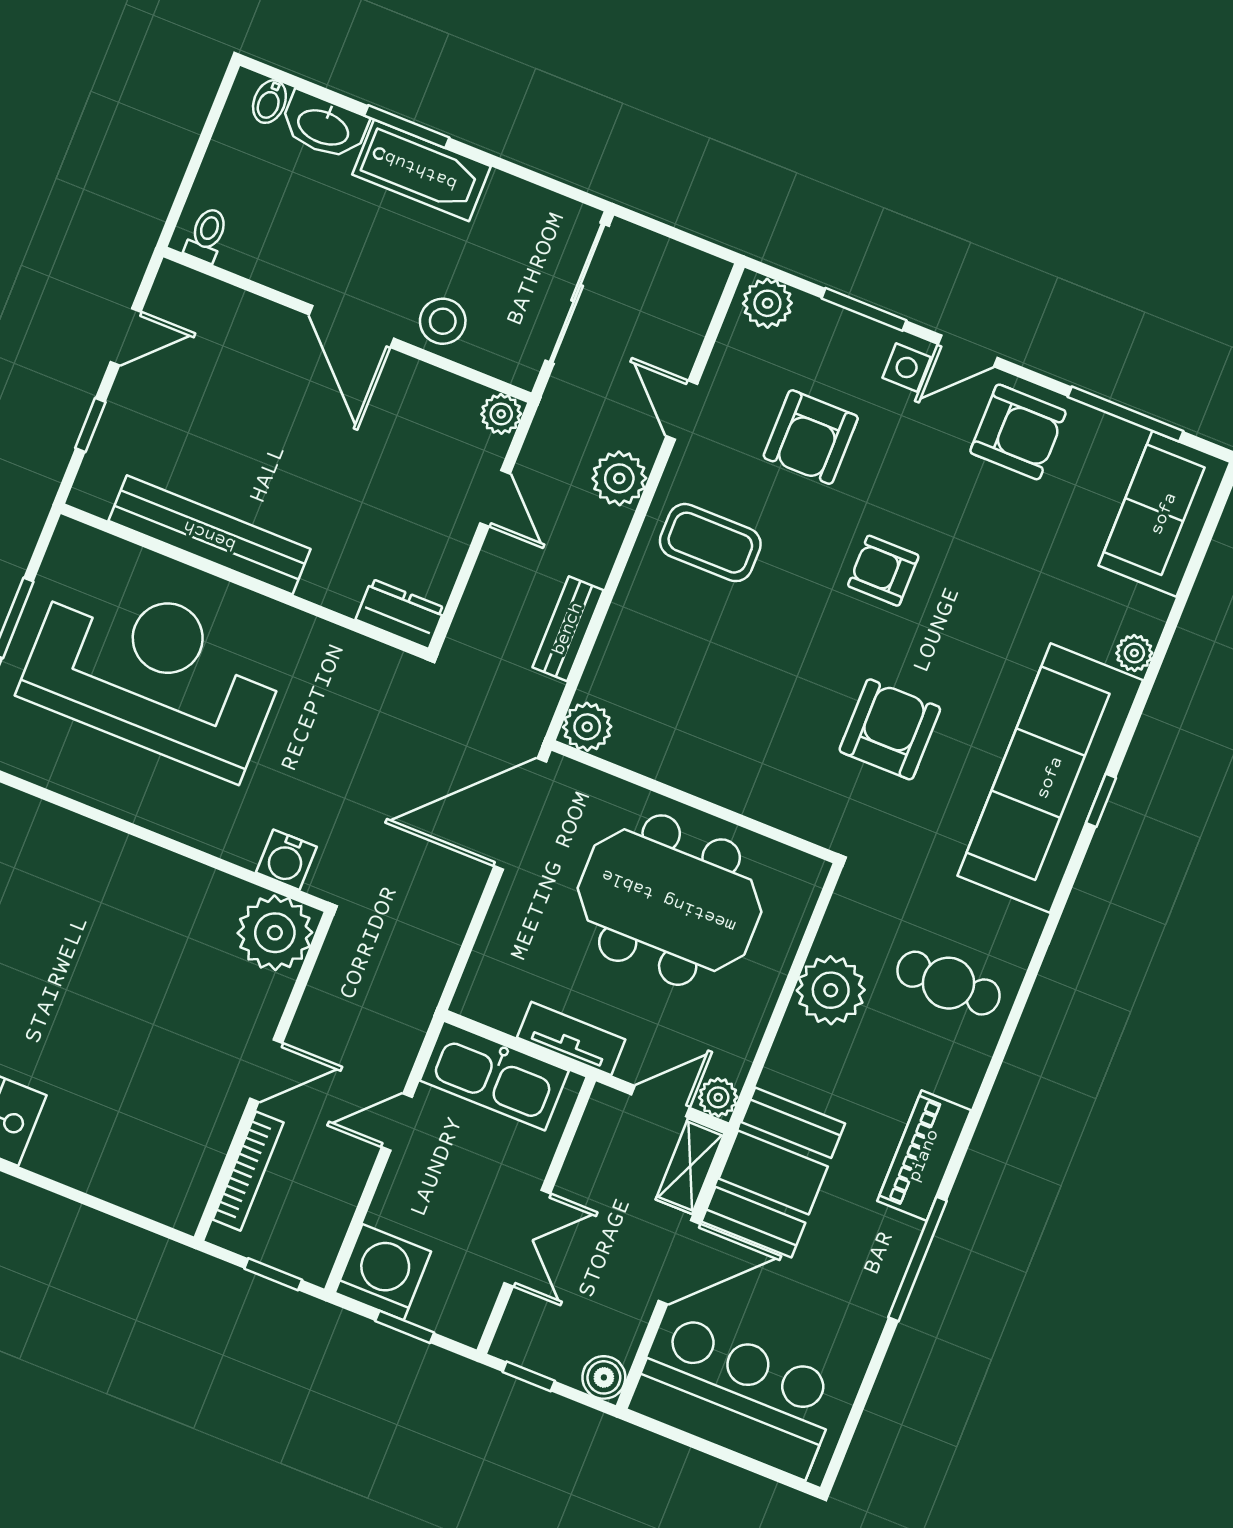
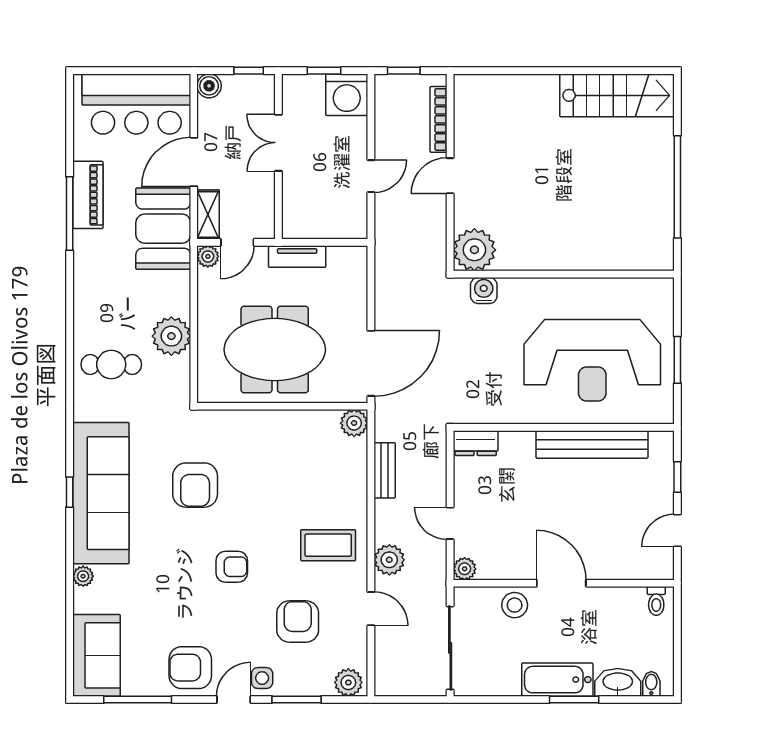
kitchen sink: (494, 1076) -> (330, 221), removed
piano: (924, 1156) -> (88, 195), moved

